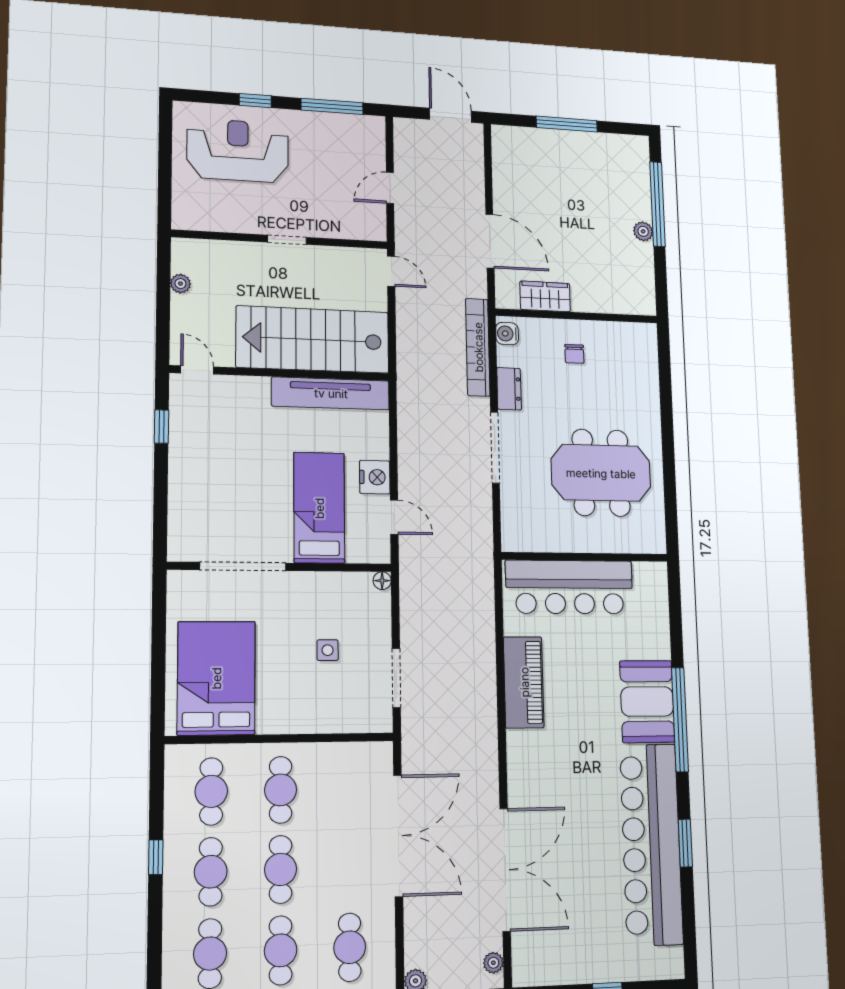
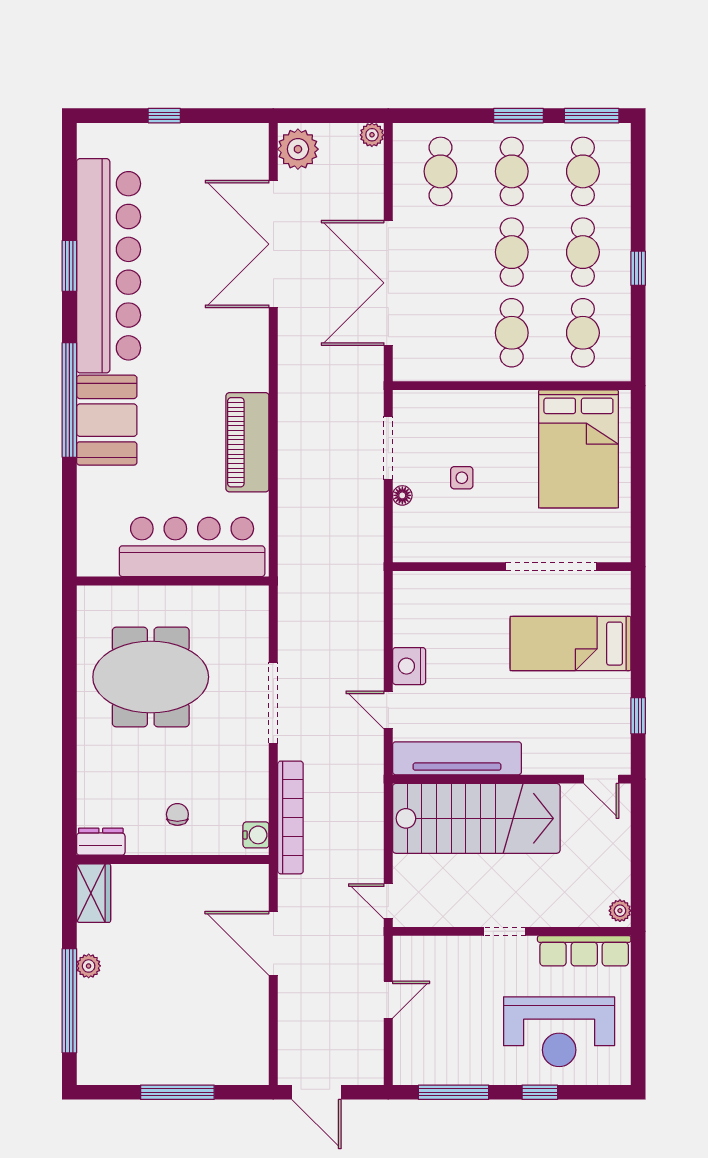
row of seats: (214, 219) -> (584, 951), added
plant: (180, 284) -> (620, 911), moved
wardrobe: (545, 296) -> (94, 893), moved, turned -90
dresser: (509, 389) -> (101, 842), moved, turned 90
bed: (319, 508) -> (571, 644), moved, turned 90
door: (394, 517) -> (388, 710), moved
floor lamp: (382, 581) -> (402, 495), moved
plant: (493, 963) -> (298, 149), width x1.87, depth x1.87

